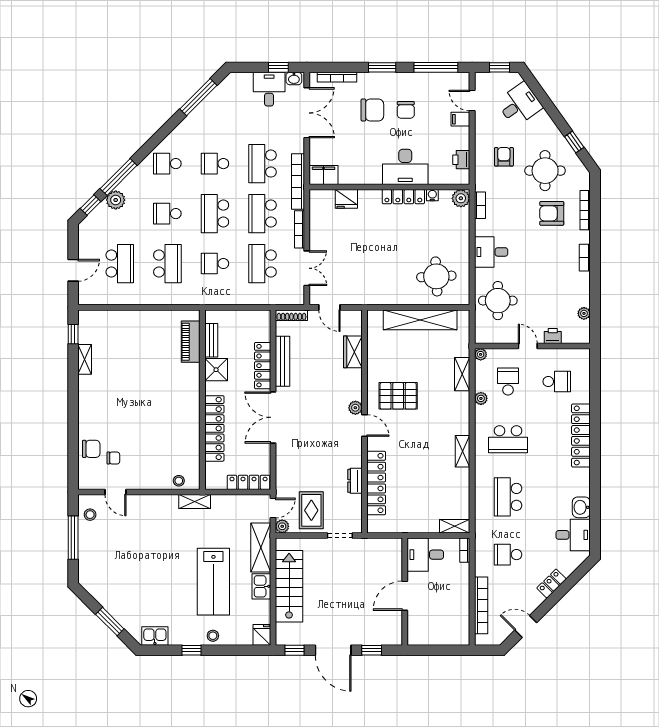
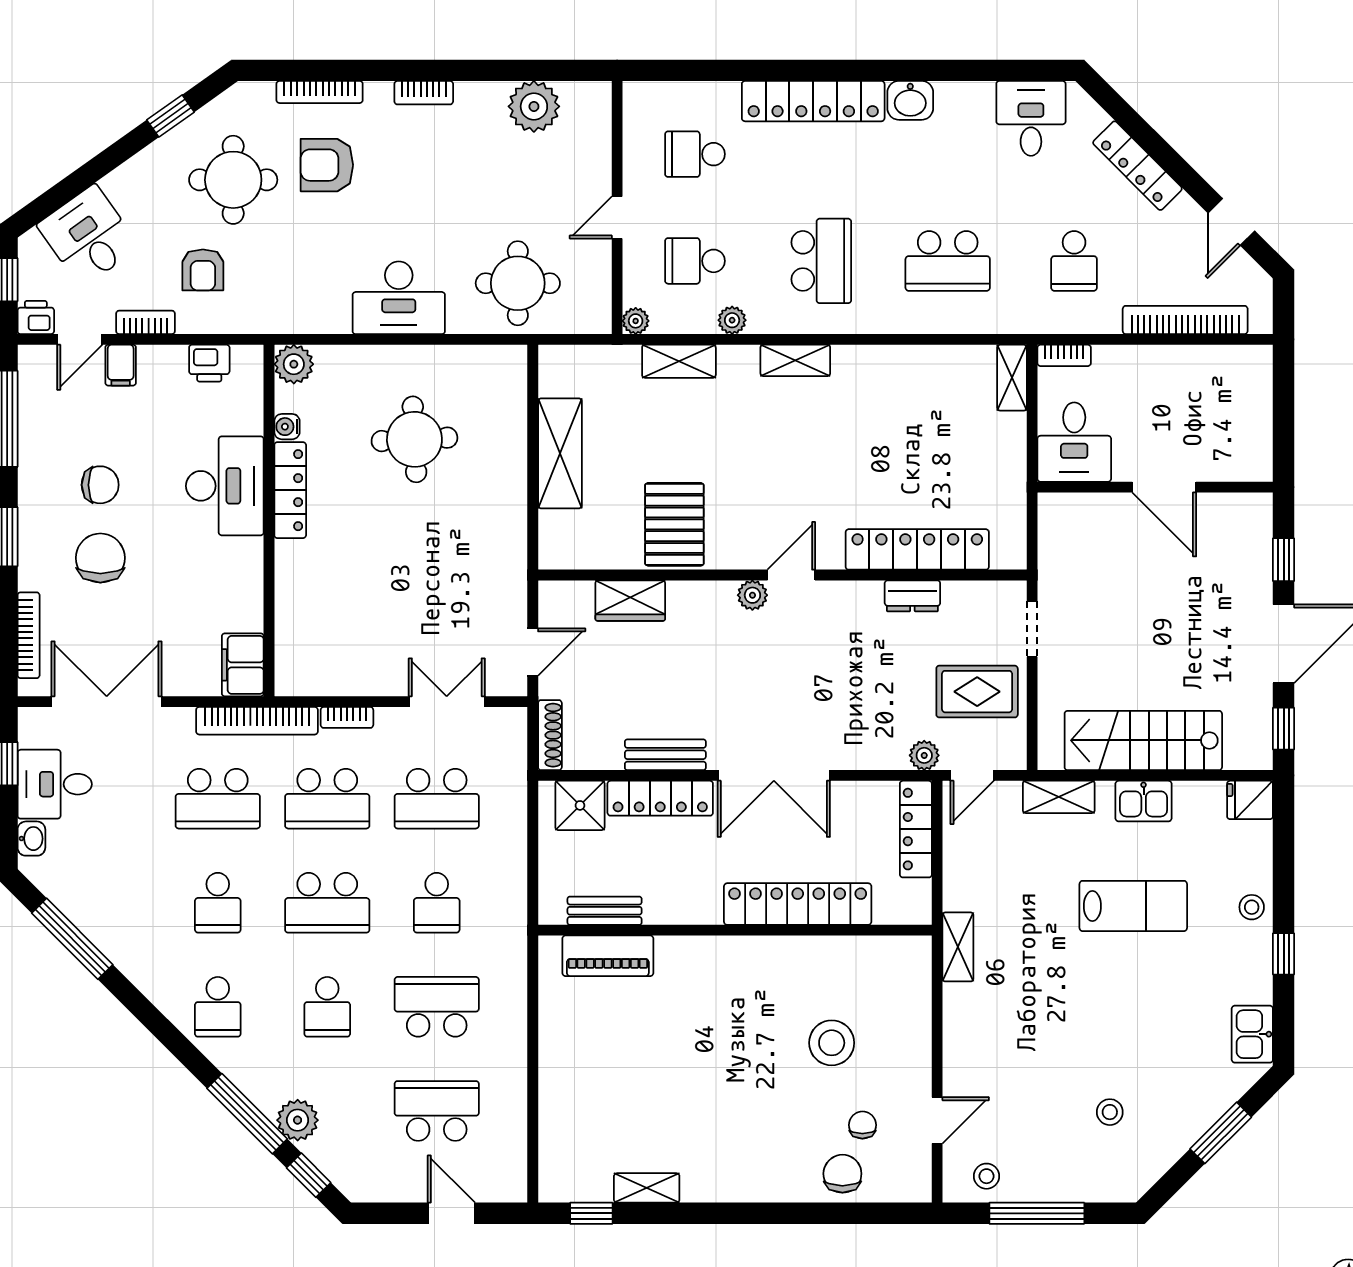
washbasin: (294, 78) -> (31, 839), moved
armchair: (504, 157) -> (203, 270), turned -90
fridge: (346, 199) -> (295, 615), removed
bookcase: (480, 205) -> (146, 322), moved
armchair: (552, 213) -> (327, 165), turned 90
bookcase: (300, 229) -> (347, 717), width x0.64
desk: (491, 252) -> (399, 298), width x1.37
round table: (436, 276) -> (414, 439), moved
plant: (584, 313) -> (534, 106), width x1.87, depth x1.87
shelving: (420, 320) -> (560, 453), width x0.68
printer: (553, 336) -> (36, 318), moved, turned 90
bench: (282, 361) -> (665, 755), width x0.73
shower: (216, 370) -> (580, 805), moved
school desk: (557, 381) -> (695, 154), turned -90
pallet: (398, 396) -> (674, 524), moved
shelving: (463, 451) -> (795, 360), moved
stool: (179, 481) -> (832, 1043), moved, width x1.89, depth x1.89
washbasin: (581, 507) -> (910, 100), moved
door: (273, 508) -> (972, 775), swing flipped
plant: (282, 526) -> (924, 755), moved
shelving: (261, 548) -> (1059, 797), width x0.67, depth x0.75
stool: (119, 571) -> (1110, 1112), added
lab bench: (213, 582) -> (1133, 906), width x0.73, depth x0.72
locker: (551, 584) -> (1137, 166), width x1.53

